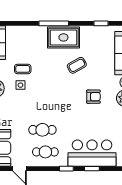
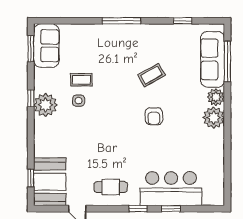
rug: (63, 37) -> (134, 39), removed
armchair: (93, 97) -> (154, 116), moved, turned 90
cafe table: (42, 130) -> (107, 158), removed

